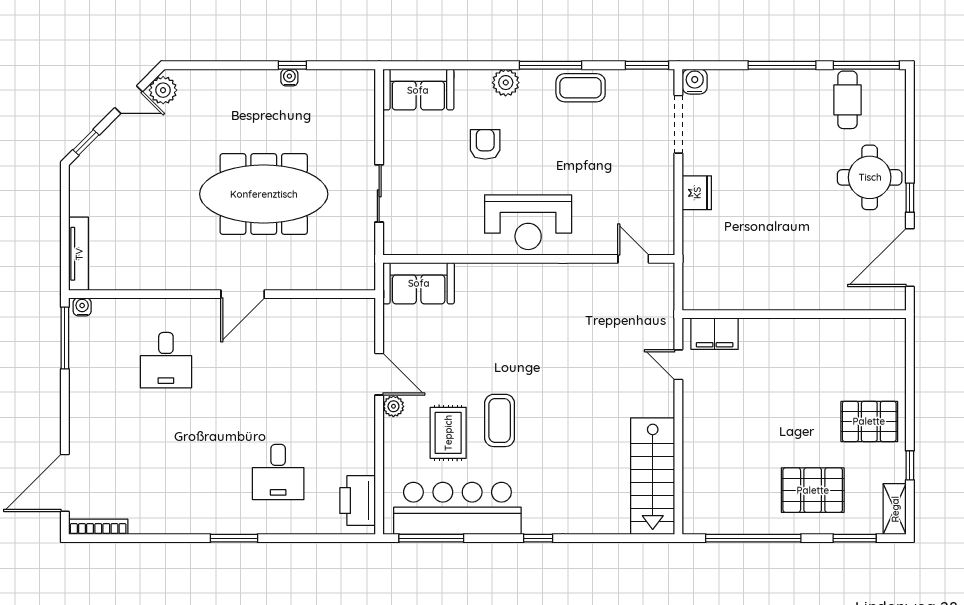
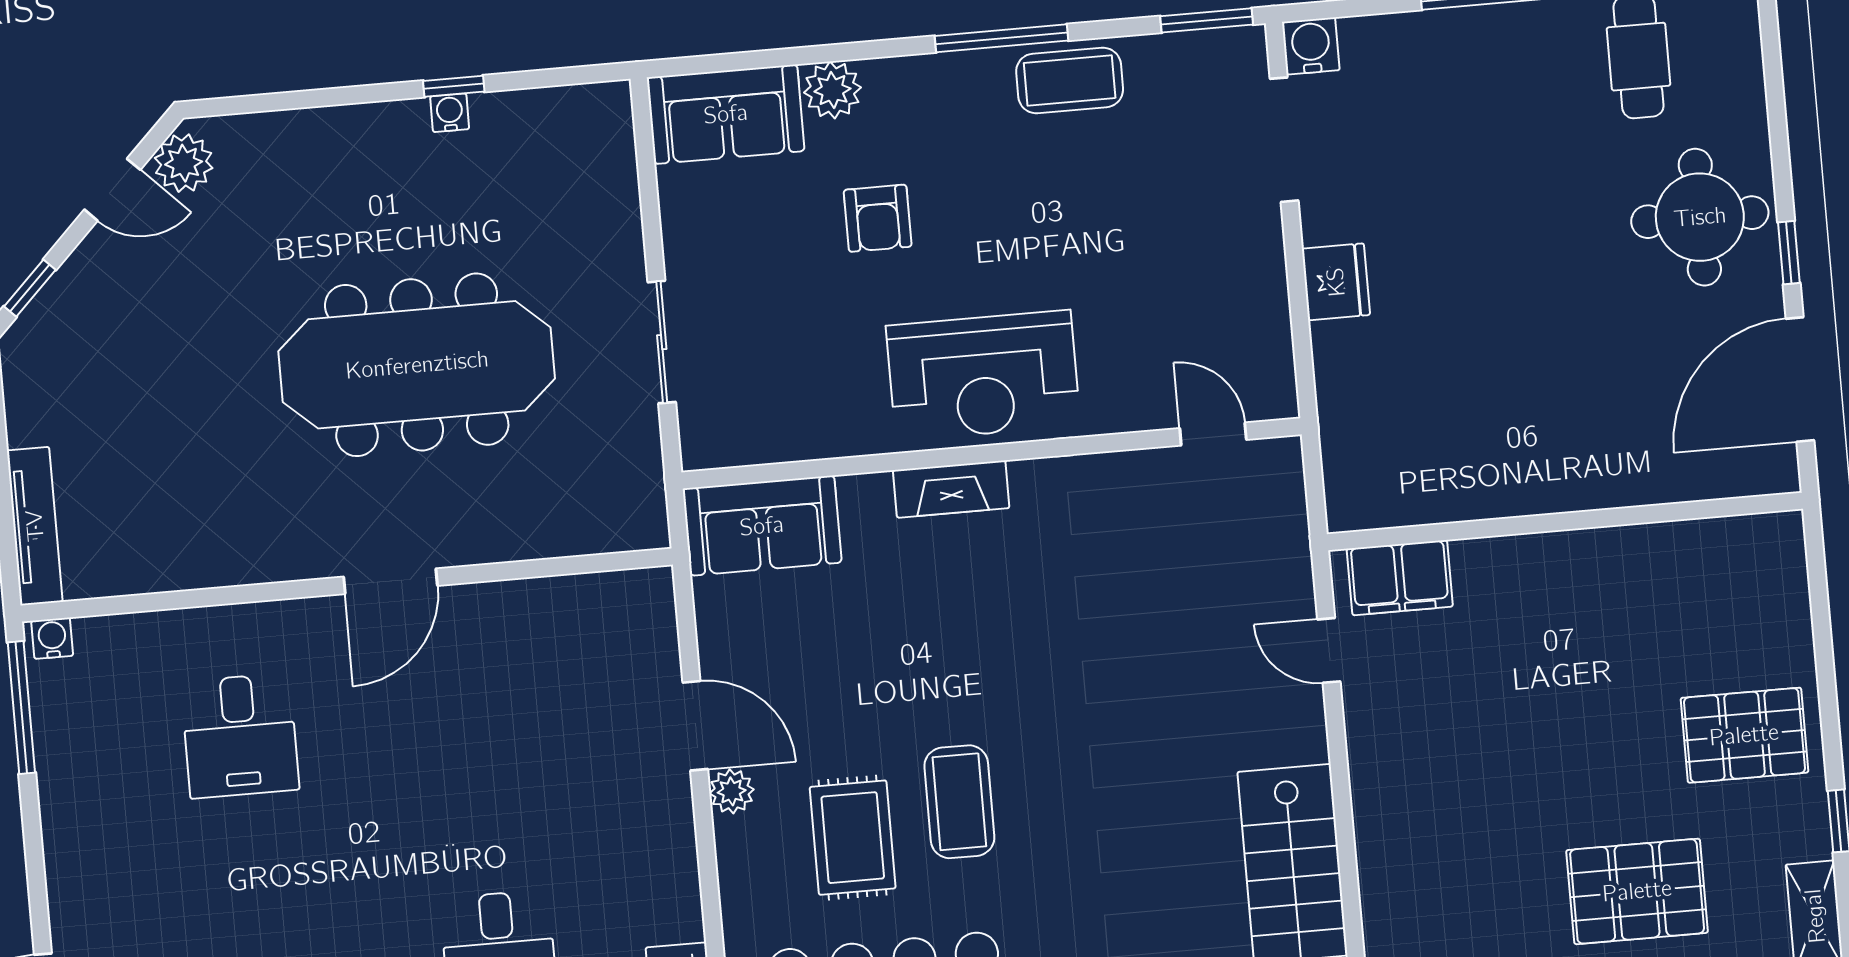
plant: (506, 83) -> (832, 90), moved
armchair: (485, 144) -> (878, 218), turned 180
fireplace: (508, 274) -> (951, 489), added

